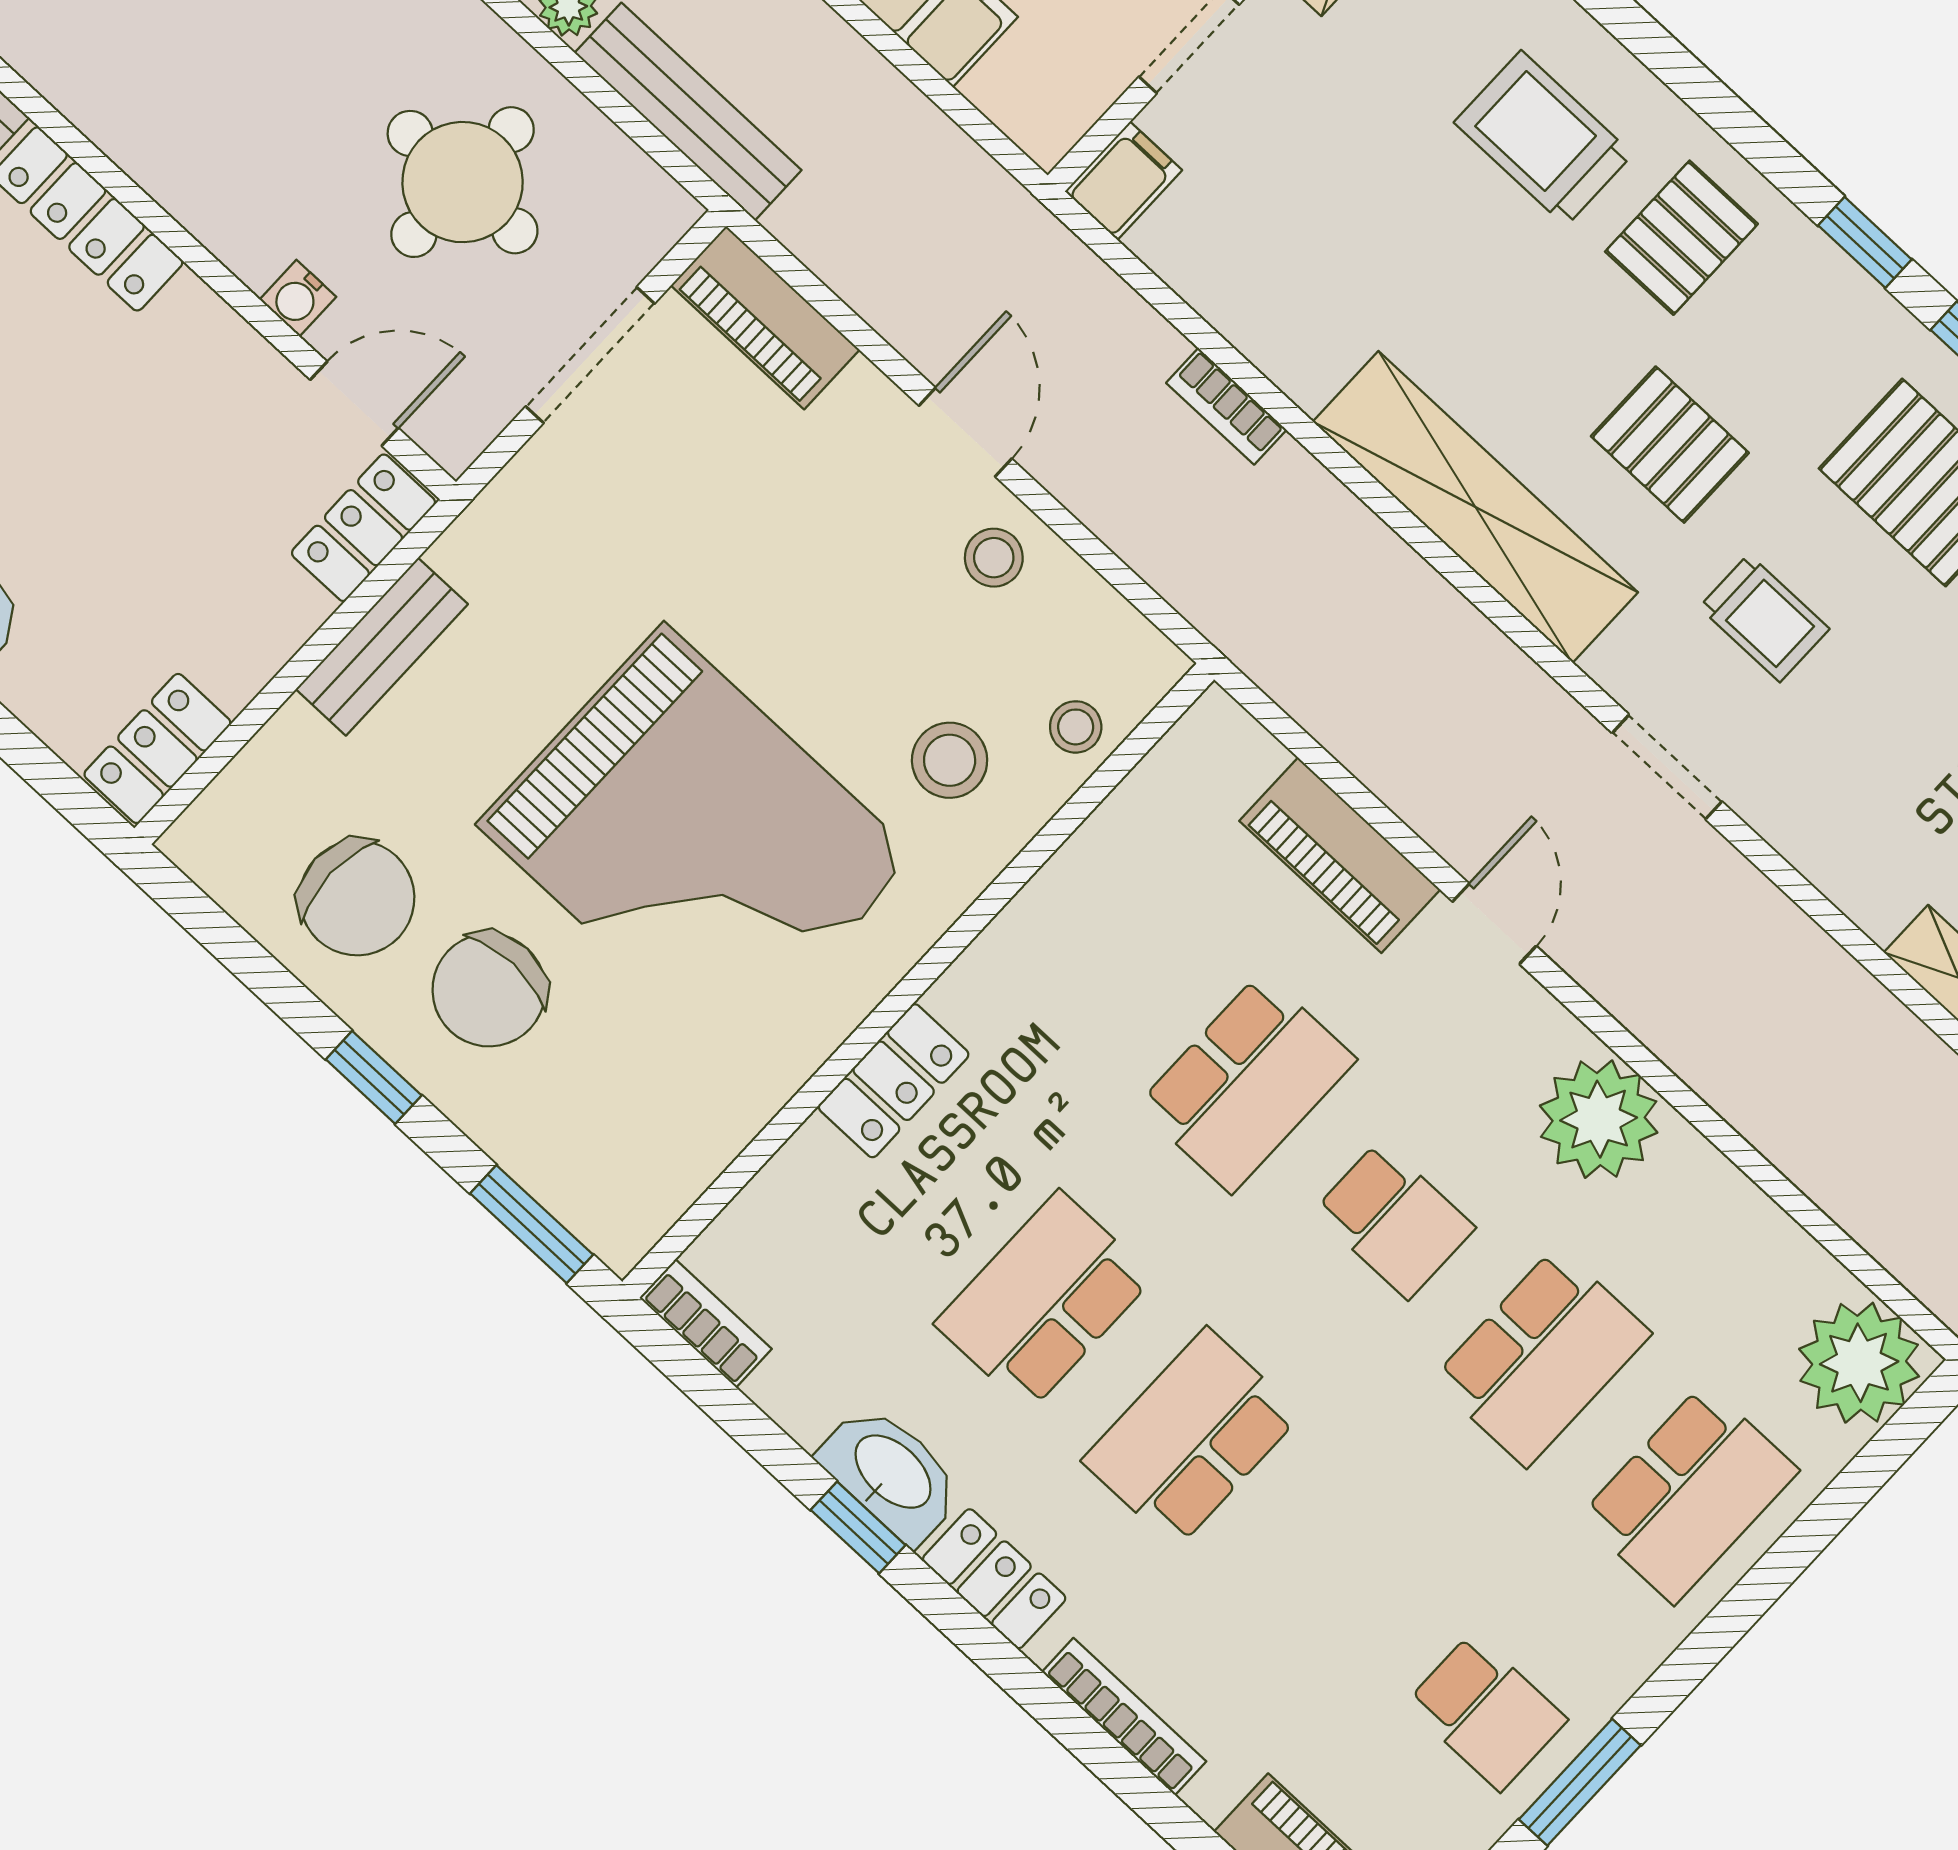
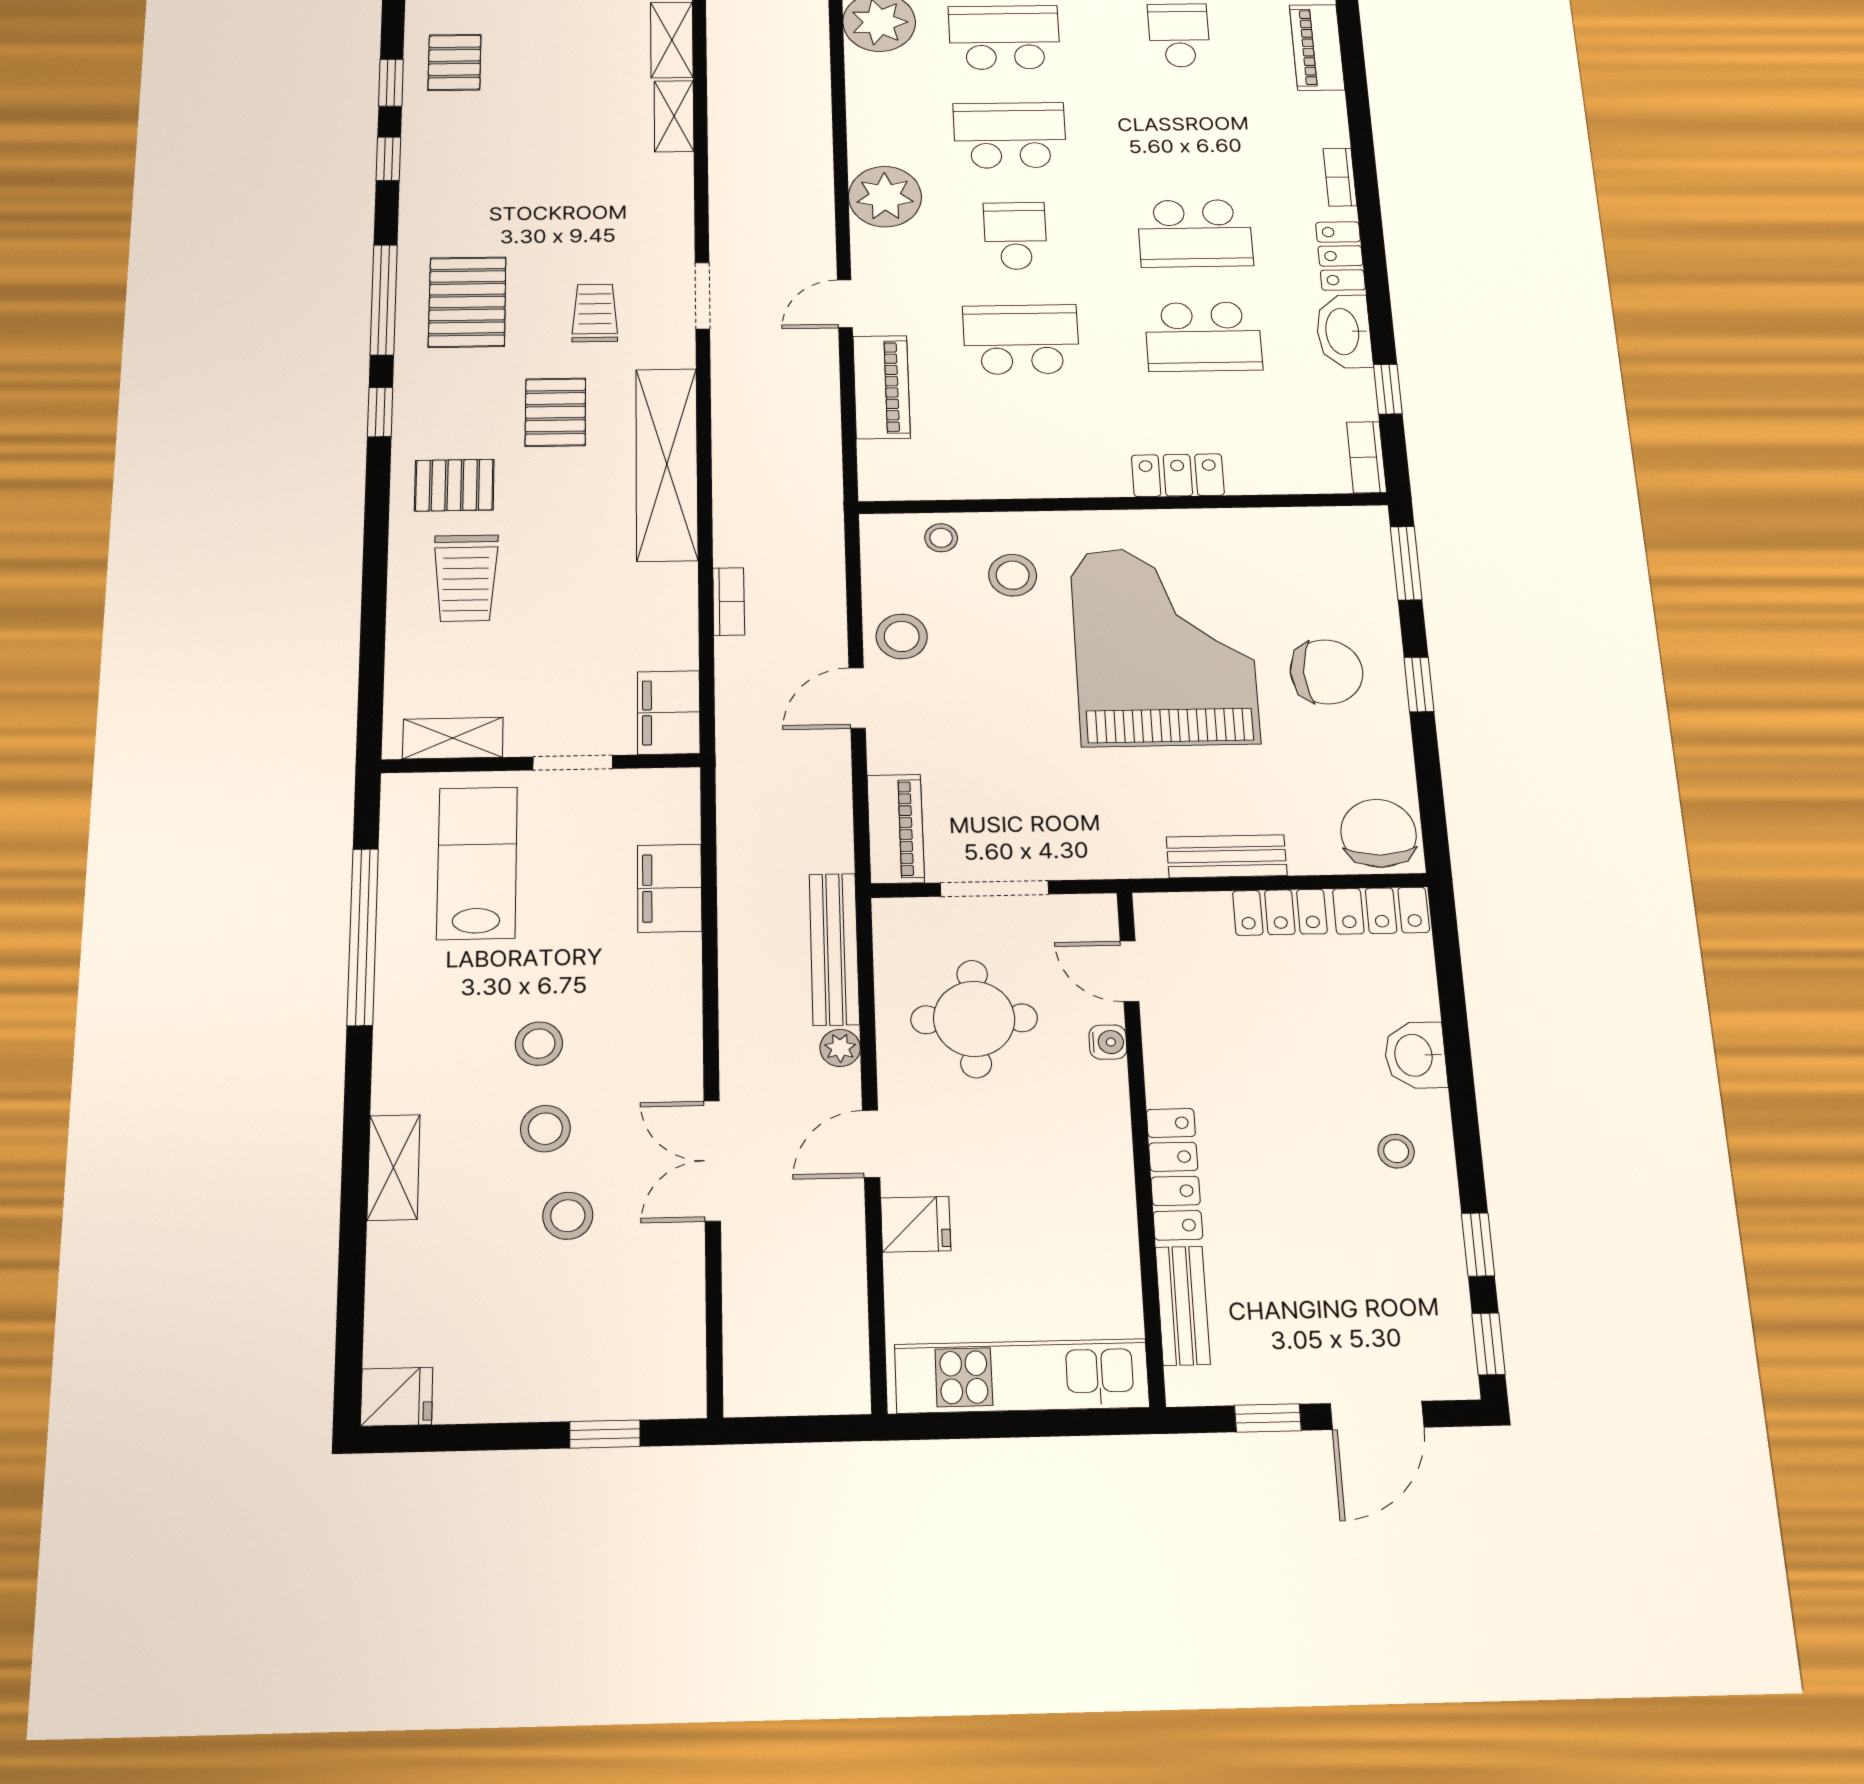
filing cabinet: (1124, 181) -> (669, 712), width x2.00
locker: (364, 528) -> (1280, 912), moved
stool: (994, 558) -> (902, 636), width x1.37, depth x1.37
chair: (357, 898) -> (1379, 833), moved
window: (858, 1527) -> (1388, 389), moved
bookcase: (1124, 1717) -> (1340, 177), width x0.64

